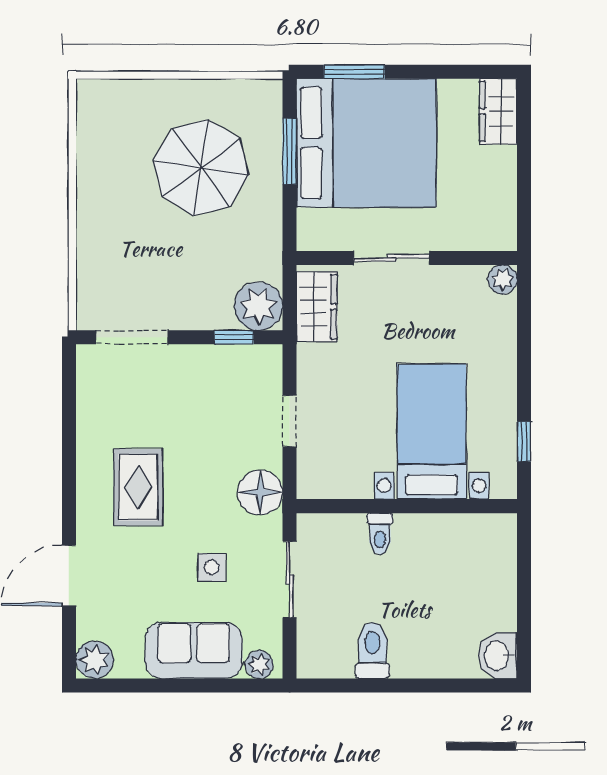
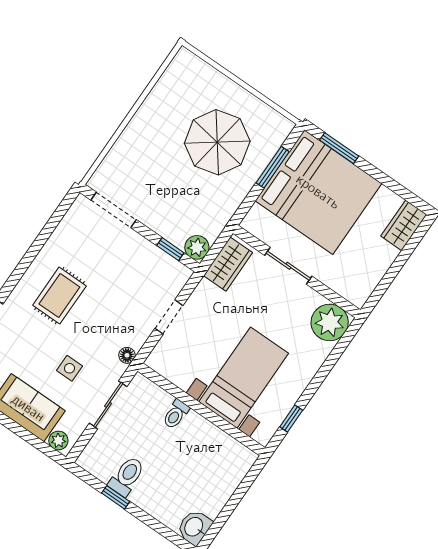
plant: (503, 279) -> (330, 322), width x1.88, depth x1.88
plant: (259, 306) -> (197, 247), width x0.73, depth x0.73
floor lamp: (260, 492) -> (127, 355), width x0.53, depth x0.53
window: (377, 685) -> (116, 497), added

